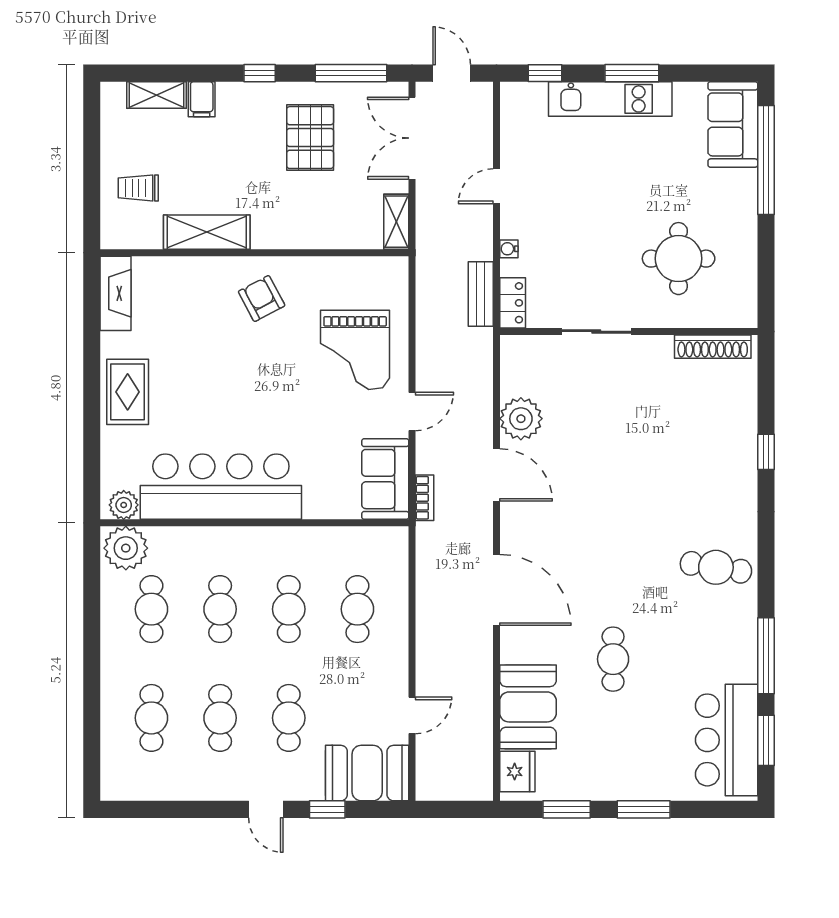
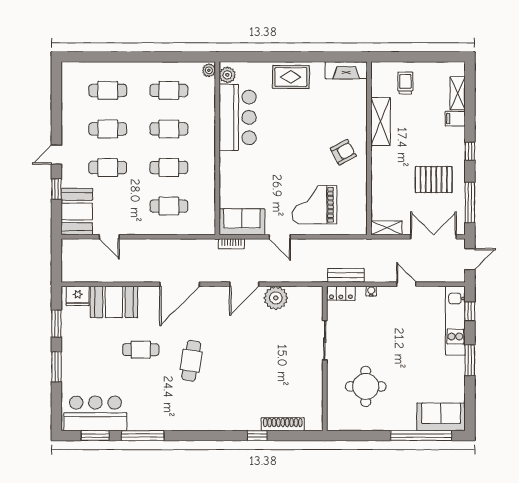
kitchen unit: (610, 99) -> (455, 321), moved
shoe rack: (713, 347) -> (283, 424), moved, turned 90
bar counter: (221, 487) -> (238, 117), width x0.73
plant: (126, 548) -> (209, 70), width x0.53, depth x0.53
cafe table: (716, 567) -> (191, 361), moved

